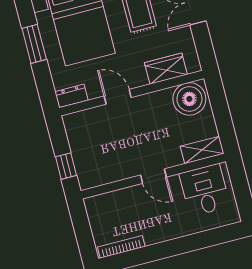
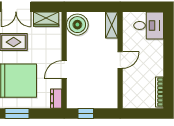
wardrobe: (166, 69) -> (46, 19), moved, turned -90
window: (66, 166) -> (86, 114), moved
desk: (205, 190) -> (149, 25), moved, turned 180

